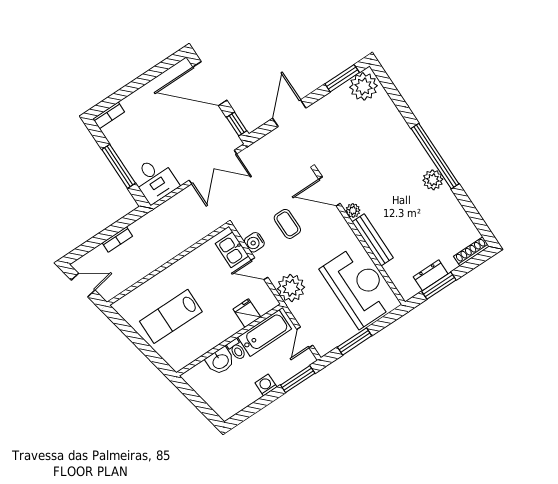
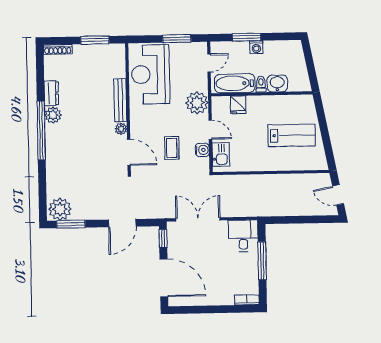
bookcase: (117, 240) -> (295, 211), removed
dresser: (431, 275) -> (51, 93), moved, turned -90
window: (298, 379) -> (247, 37), moved

